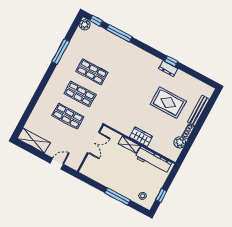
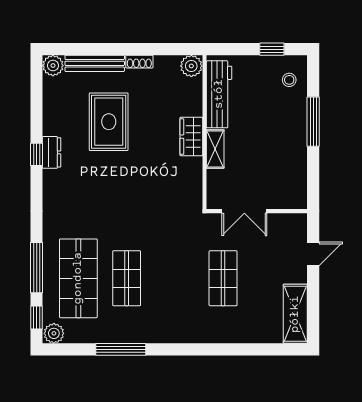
plant: (208, 91) -> (53, 66), added
shop shelf: (80, 94) -> (78, 278), moved, width x1.43, depth x1.36
plant: (180, 142) -> (191, 66), moved
double door: (93, 143) -> (244, 211), swing flipped
door: (57, 164) -> (313, 254), swing flipped

